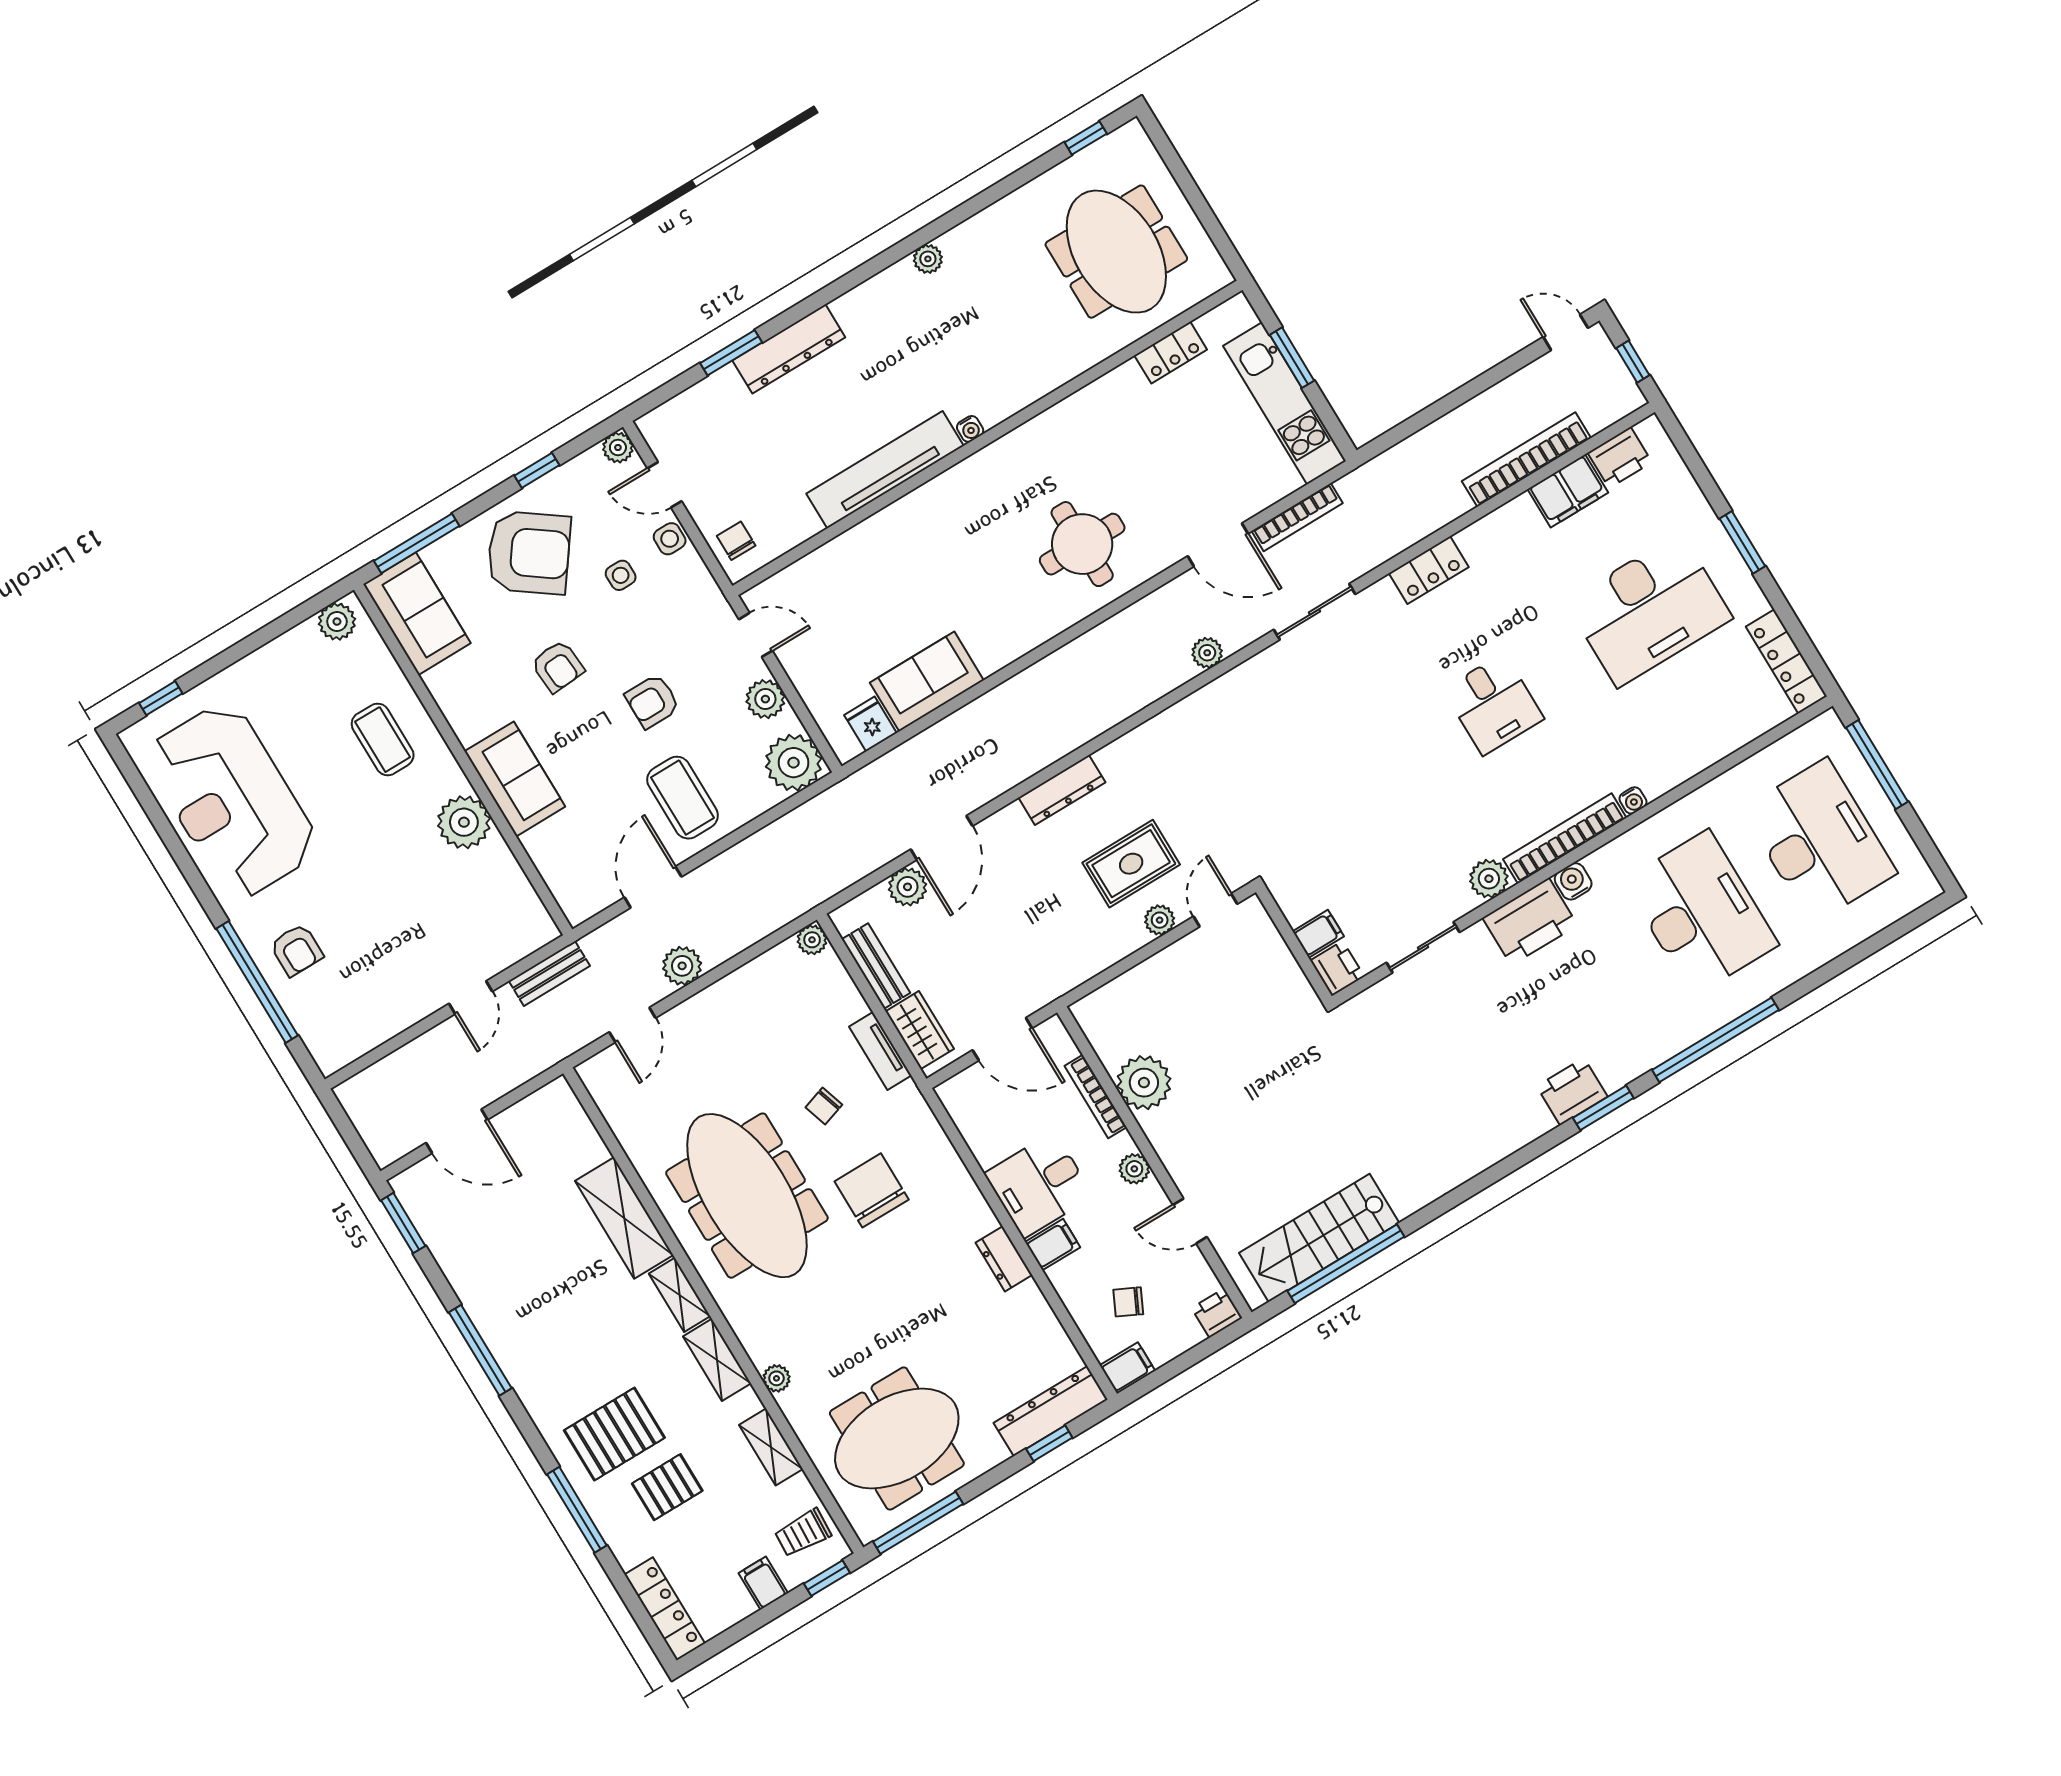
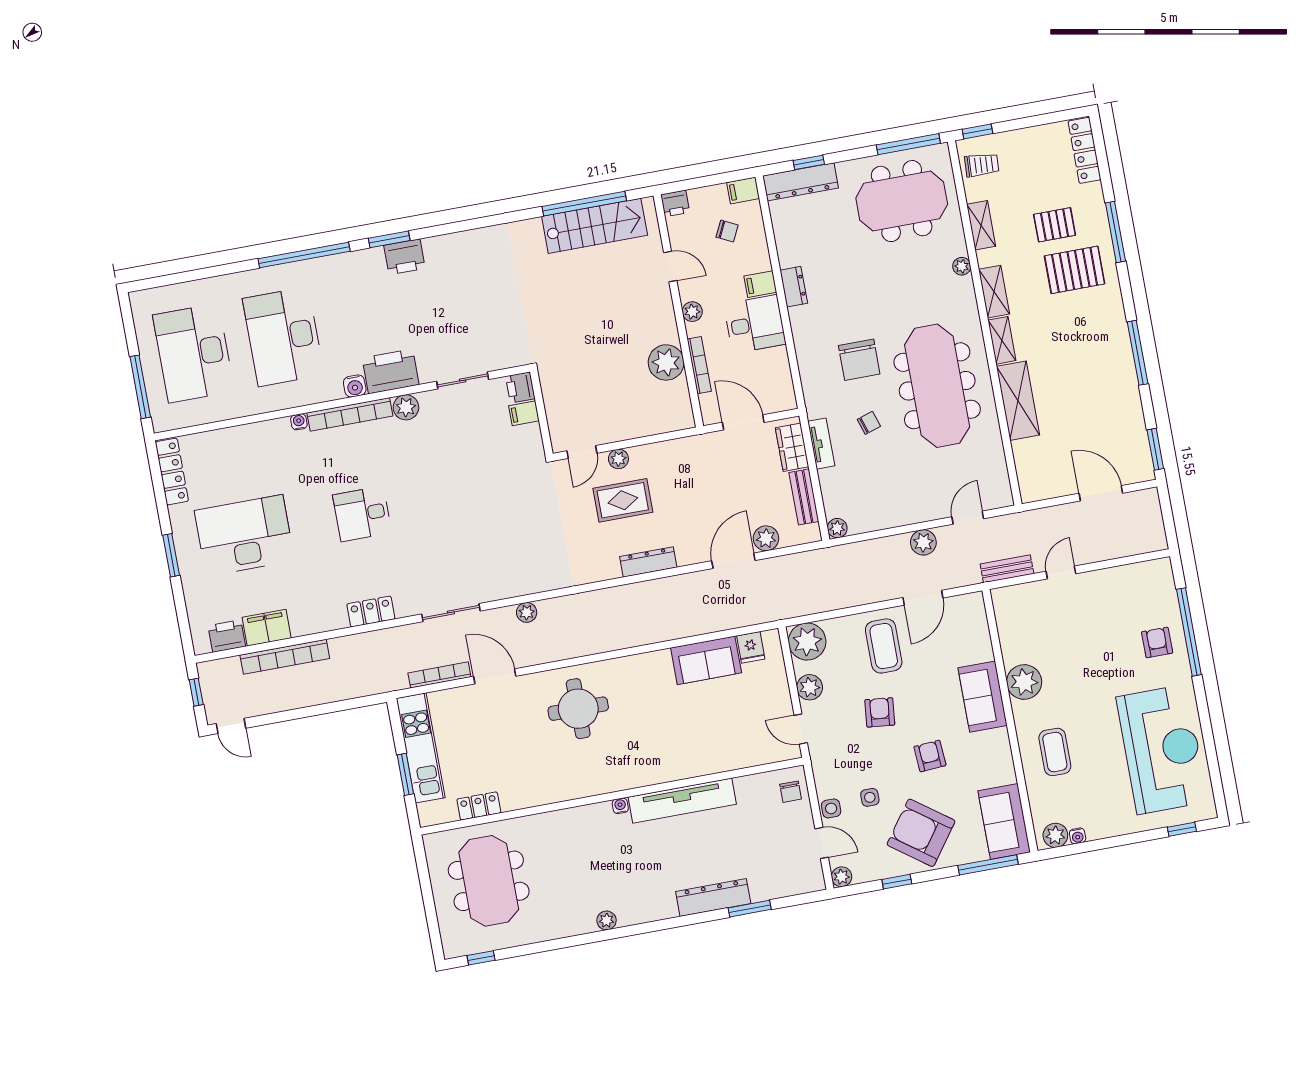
water cooler: (305, 633) -> (1078, 836), added
armchair: (652, 701) -> (880, 712), turned -84
desk: (1493, 704) -> (362, 514), turned -90
filing cabinet: (763, 1583) -> (1018, 143), removed

